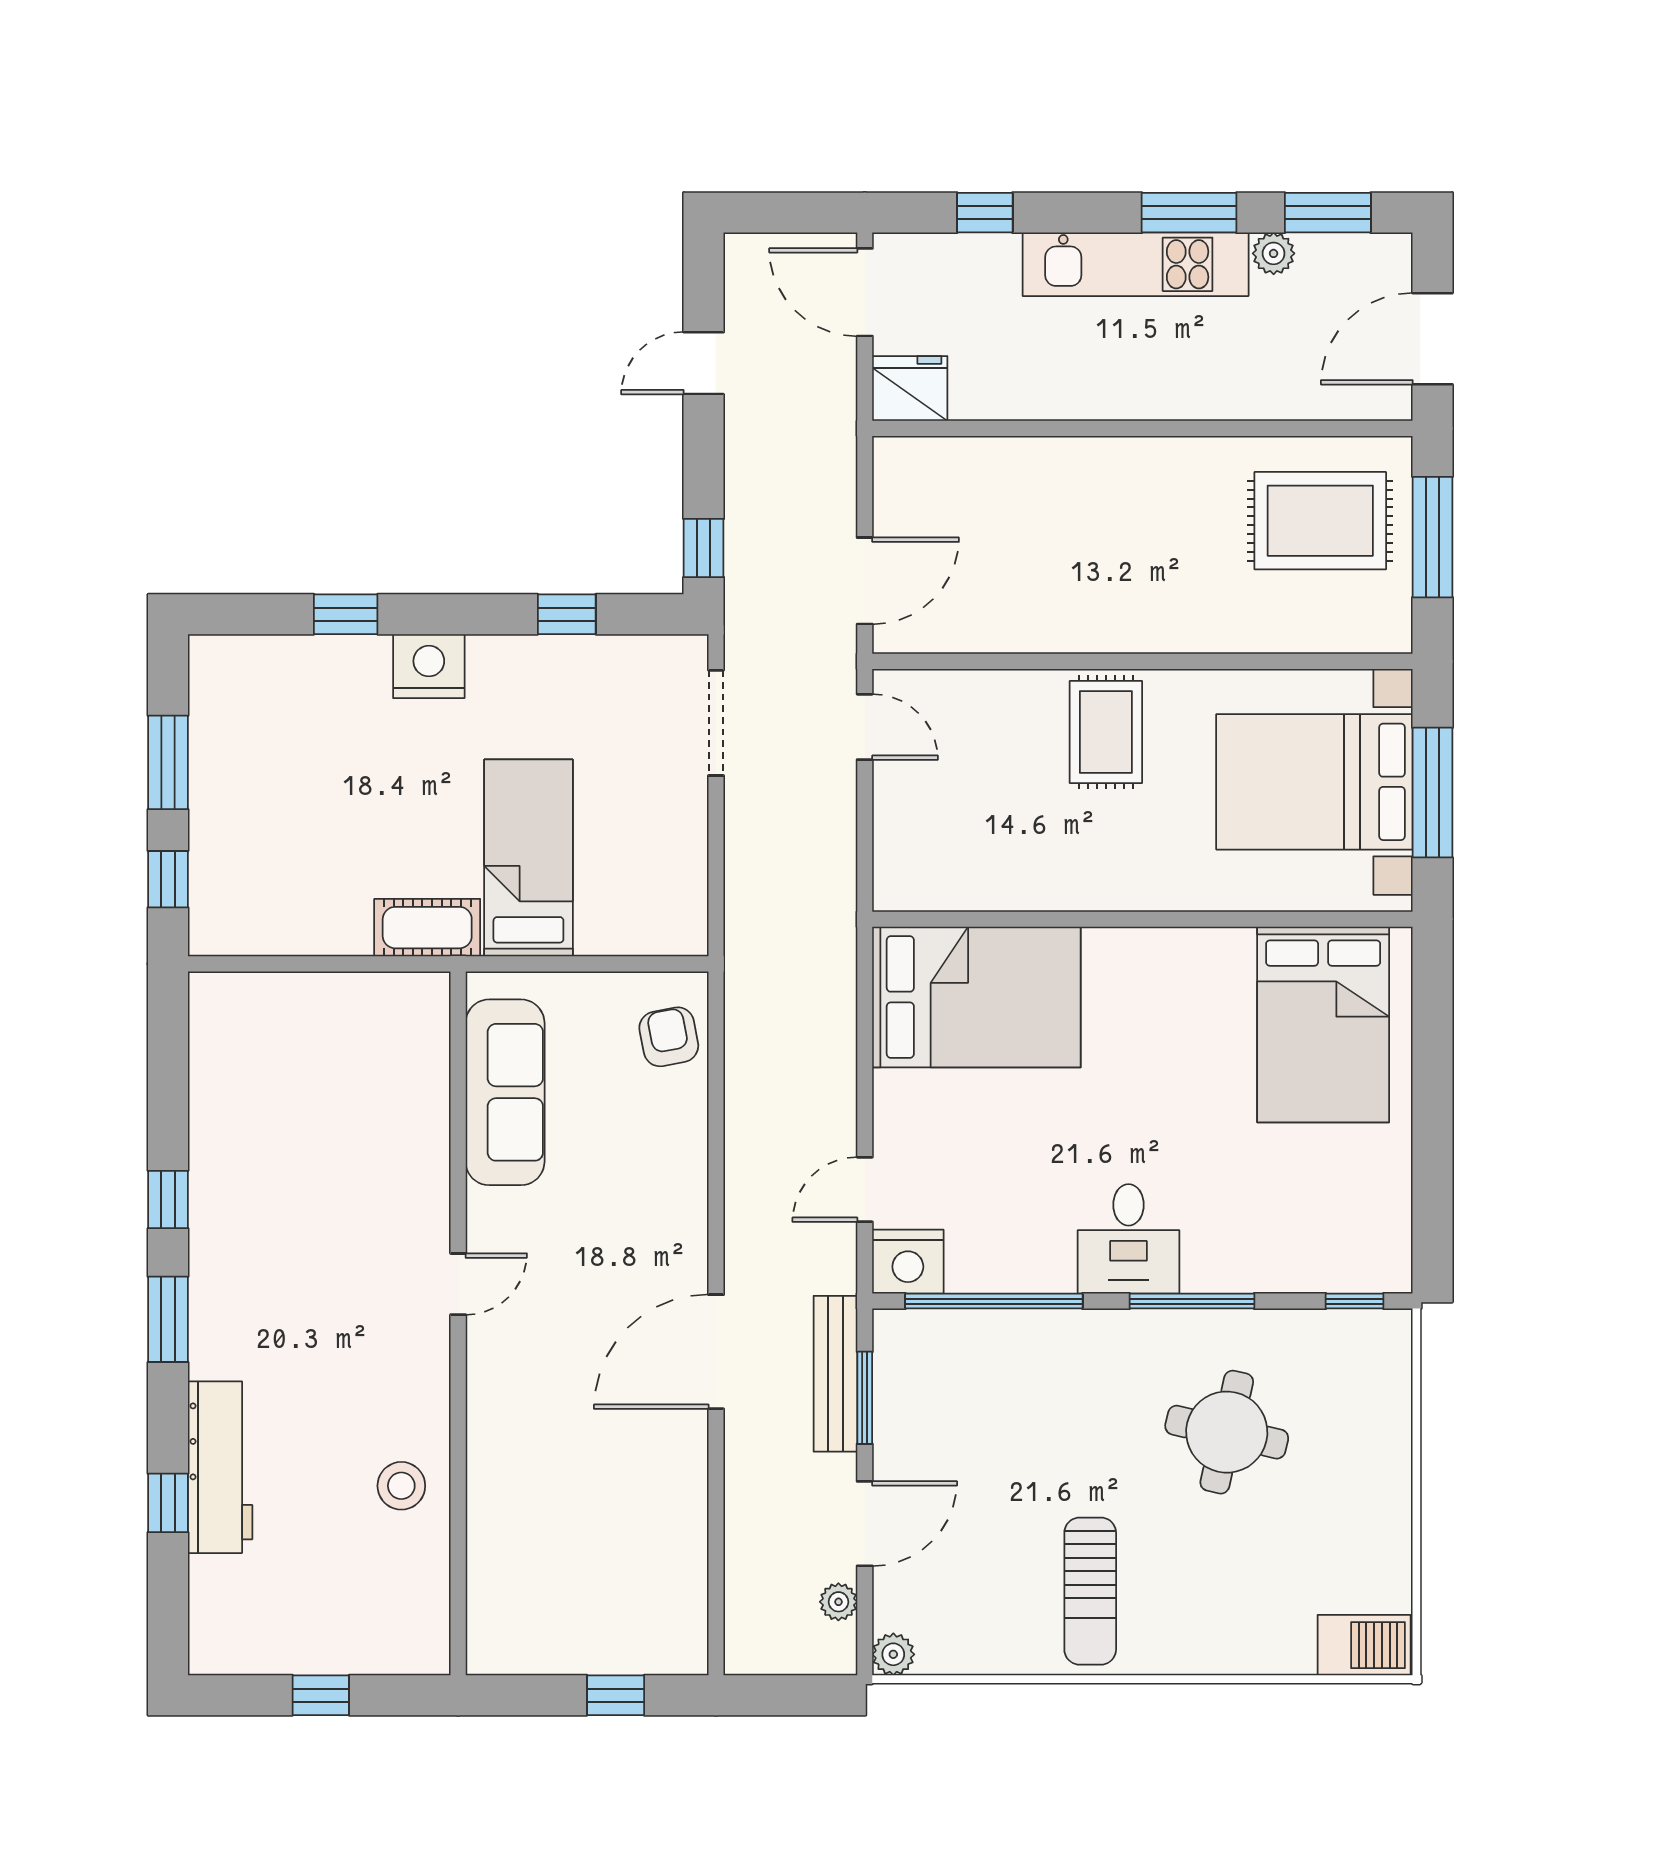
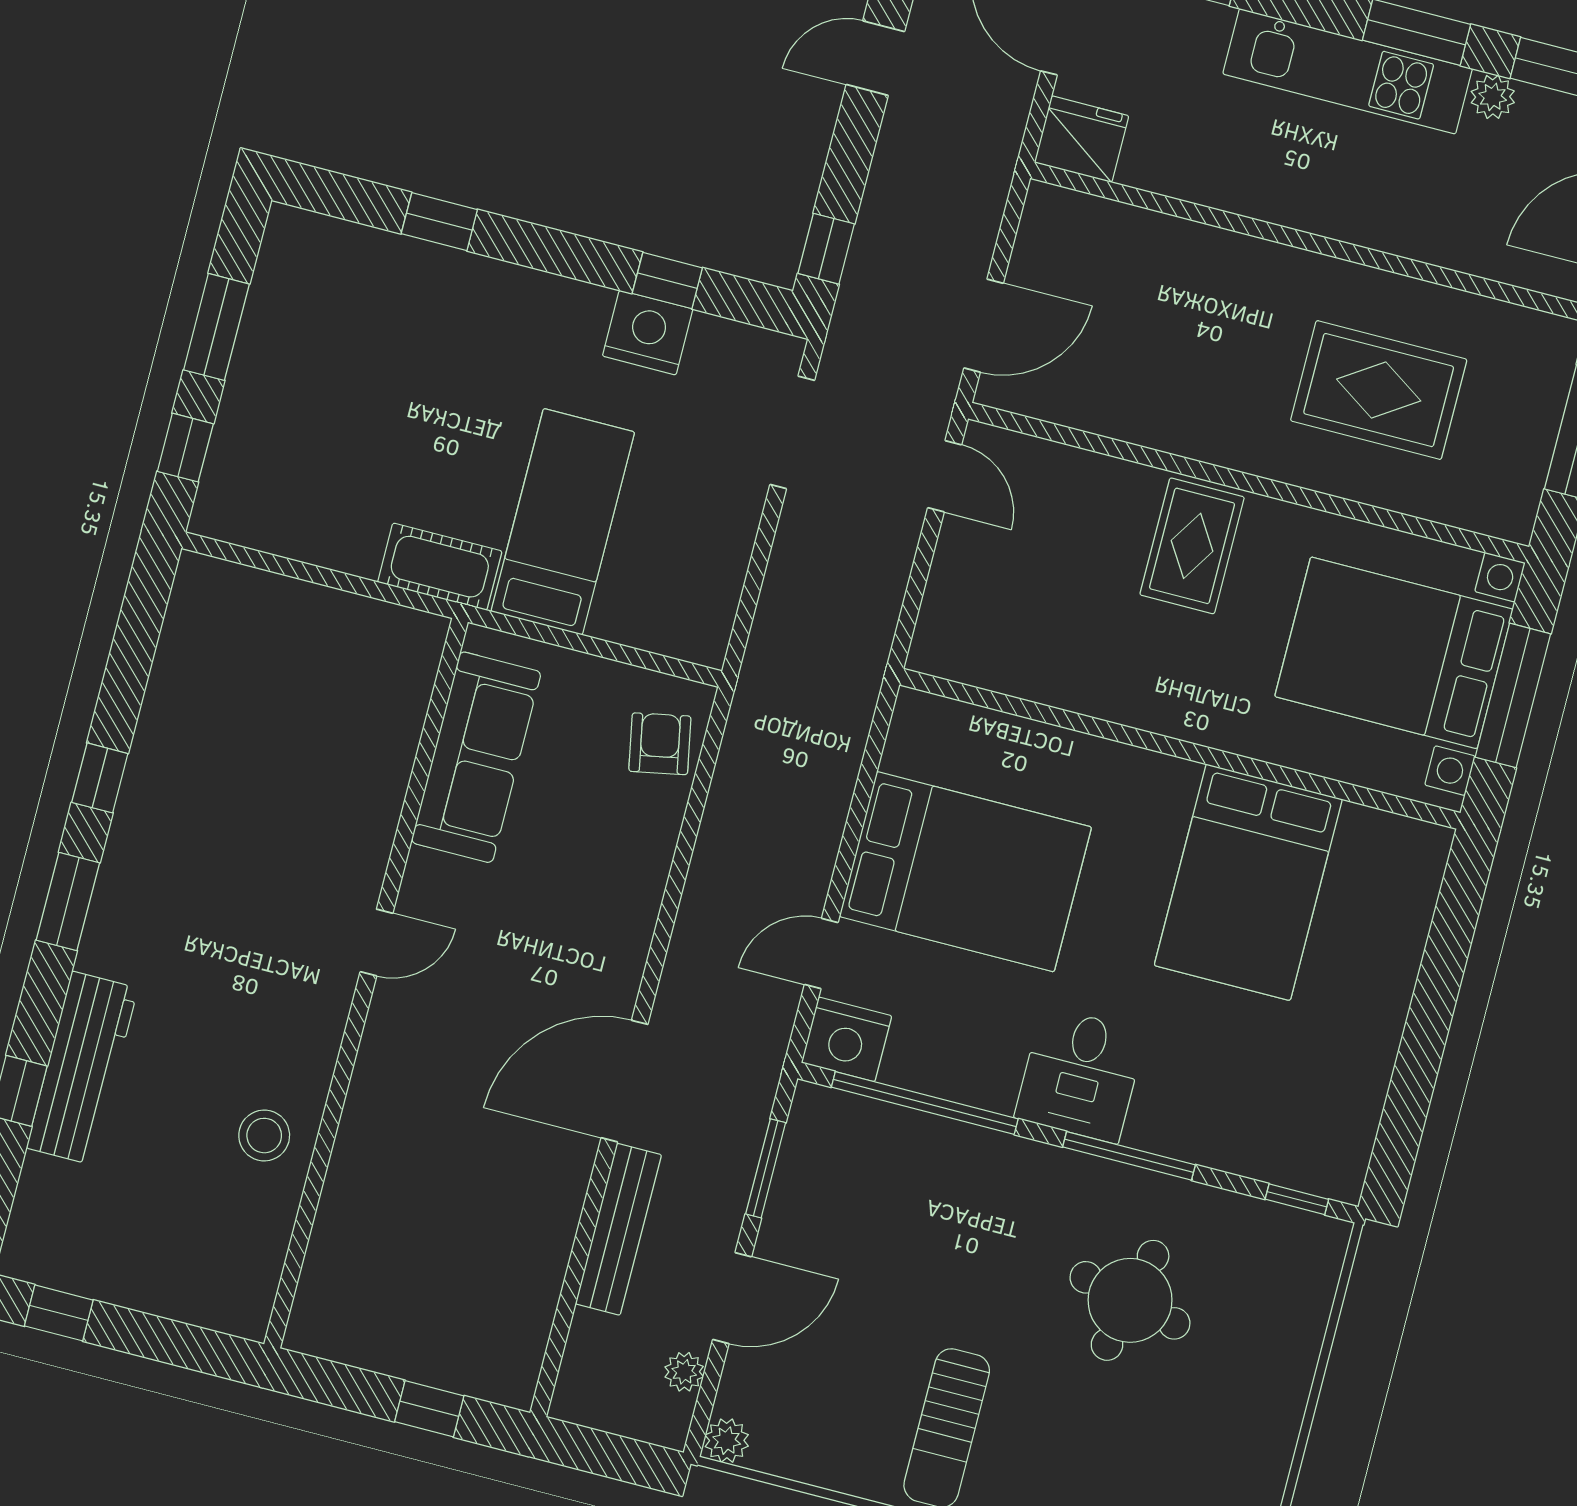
rug: (1320, 521) -> (1379, 390), moved
nightstand: (429, 666) -> (648, 333), moved
bed: (976, 997) -> (965, 872), moved
bed: (1323, 1024) -> (1248, 882), moved
bench: (835, 1374) -> (618, 1229), moved
window: (321, 1695) -> (59, 1313), moved

